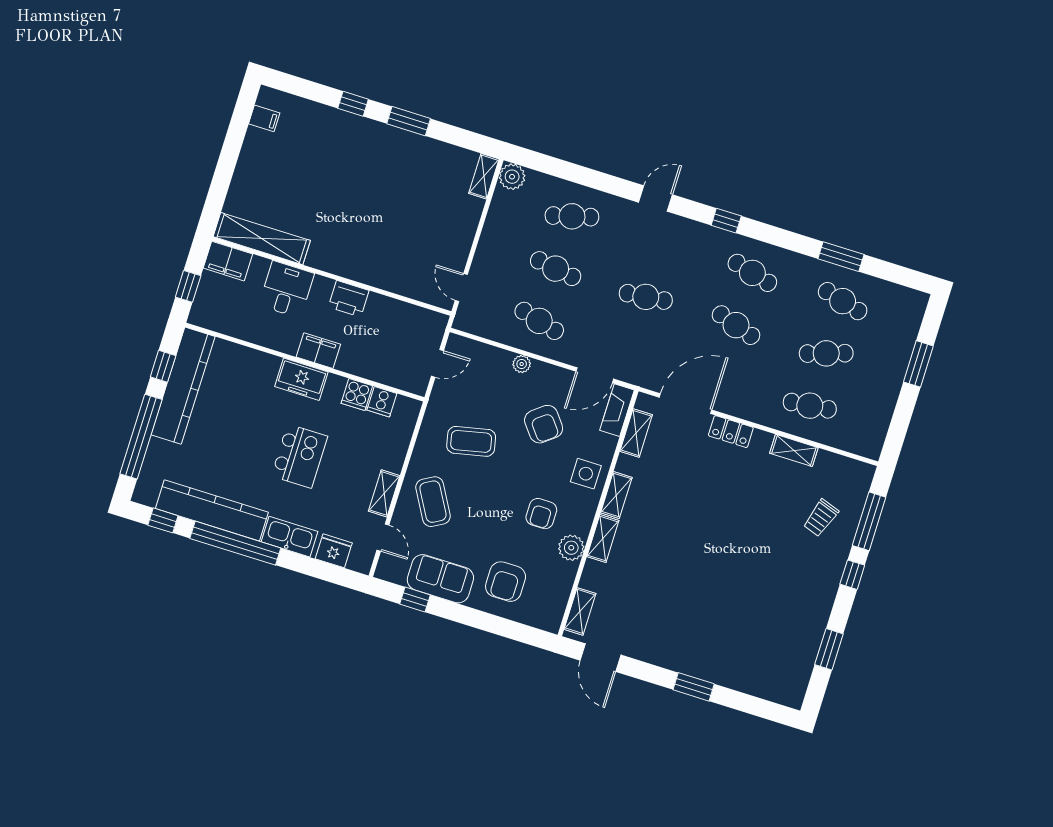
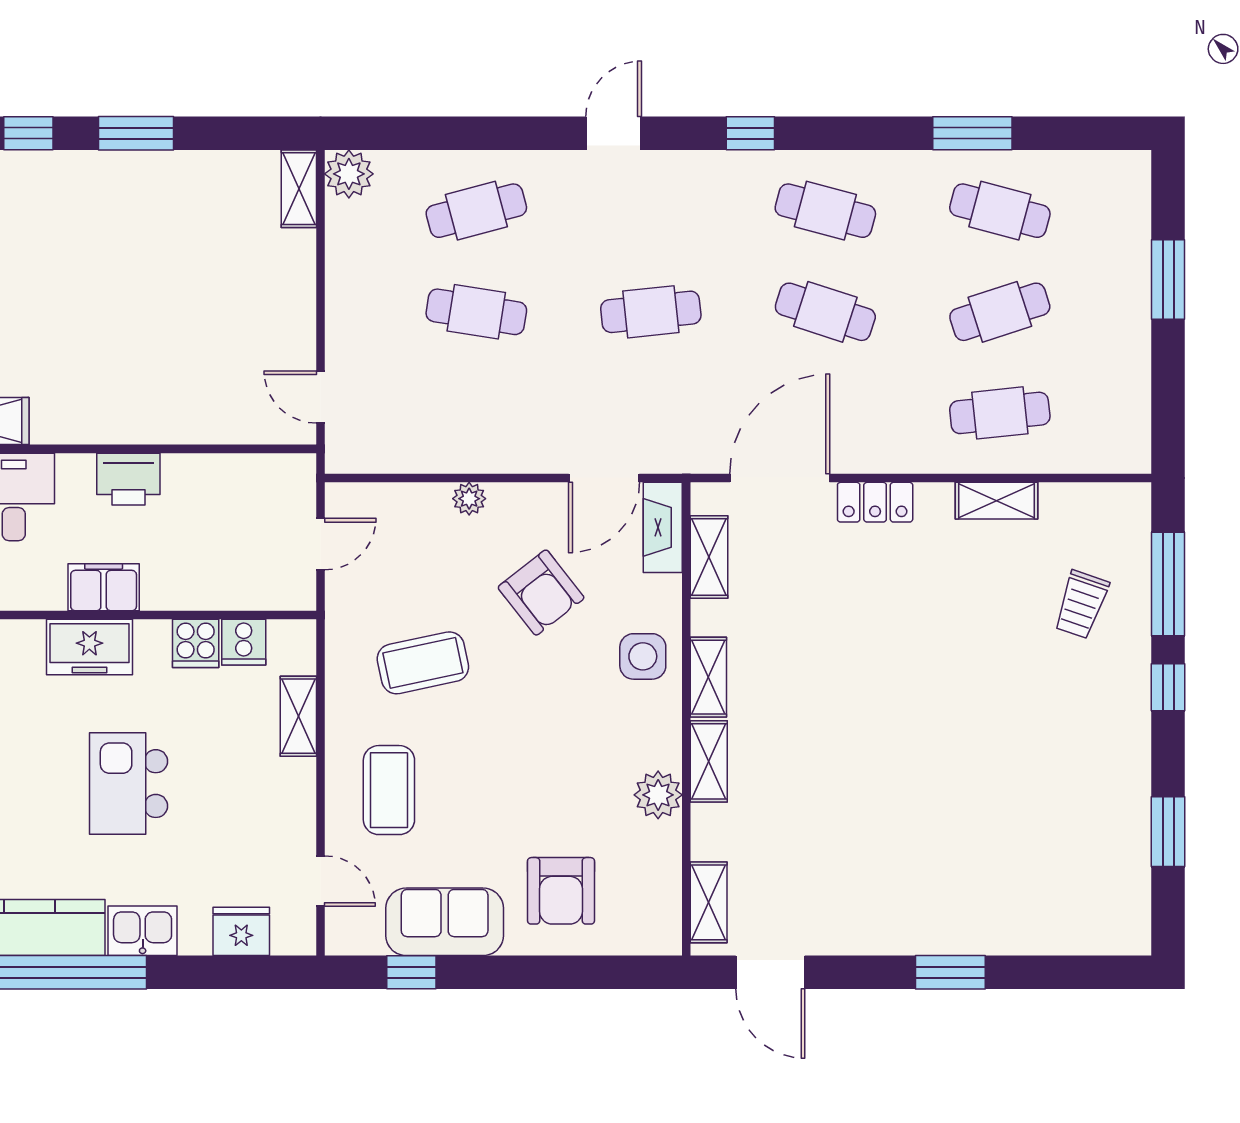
cafe table: (539, 321) -> (476, 413), removed
kitchen island: (299, 456) -> (129, 784), turned 180
shelving: (384, 493) -> (298, 716), moved
coffee table: (433, 502) -> (389, 790), turned 30
armchair: (541, 514) -> (587, 751), removed
kitchen sink: (289, 537) -> (143, 931), width x0.73

